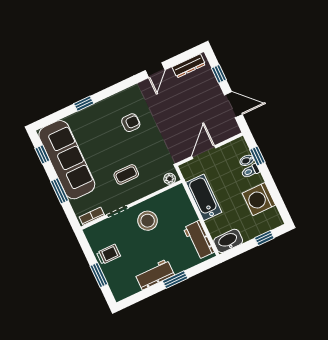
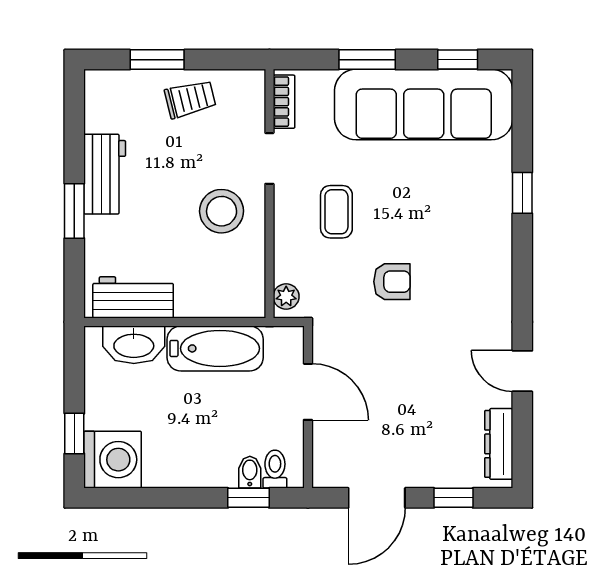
armchair: (131, 123) -> (392, 282), moved, turned -90
toilet: (250, 171) -> (275, 469), moved
washing machine: (259, 199) -> (113, 460), moved, turned 90
washbasin: (228, 241) -> (134, 345), moved, turned 90
trolley: (108, 254) -> (190, 99), turned -104

